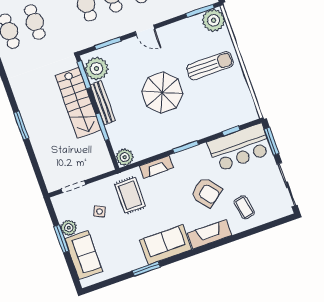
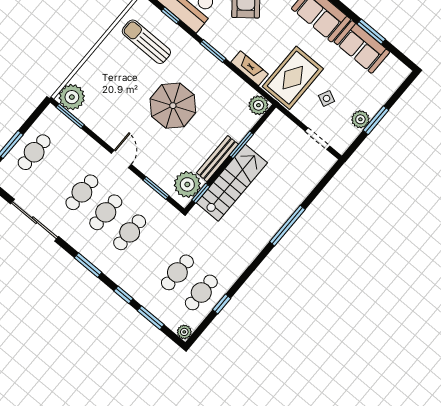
sun lounger: (210, 66) -> (146, 42), moved
window: (84, 75) -> (201, 193), width x0.67
window: (21, 126) -> (287, 226), width x1.44
rug: (130, 195) -> (293, 78), width x1.36, depth x1.43
sofa: (83, 255) -> (362, 47), moved, turned -90
window: (146, 269) -> (371, 32), moved

